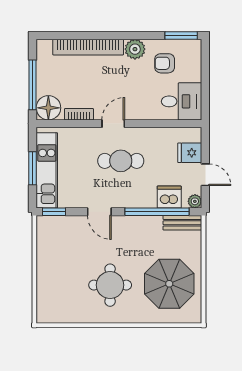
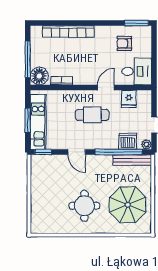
plant: (135, 49) -> (103, 33), removed
door: (113, 124) -> (106, 88), moved
fridge: (190, 153) -> (129, 99), moved, turned -90
bench: (182, 223) -> (132, 160), width x1.36

